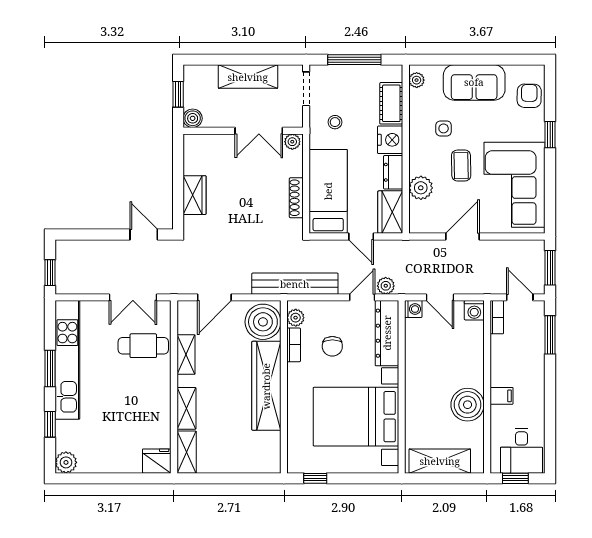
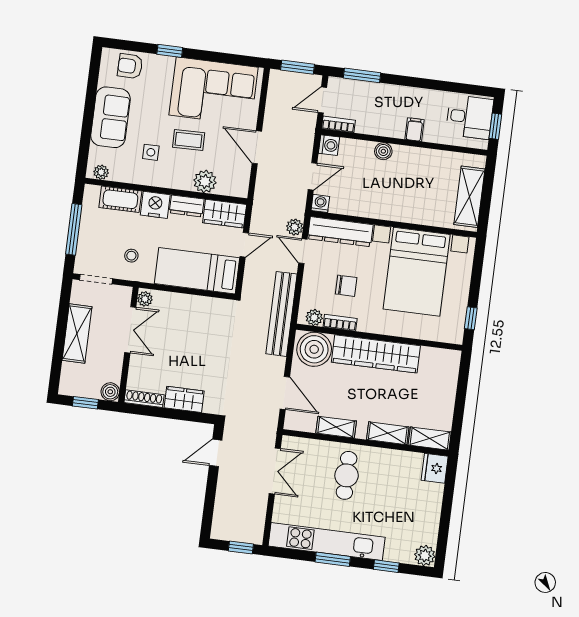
shoe rack: (296, 198) -> (144, 399), moved, turned 180
cafe table: (143, 346) -> (347, 475), moved
boiler: (468, 405) -> (383, 151), moved, width x0.54, depth x0.54

